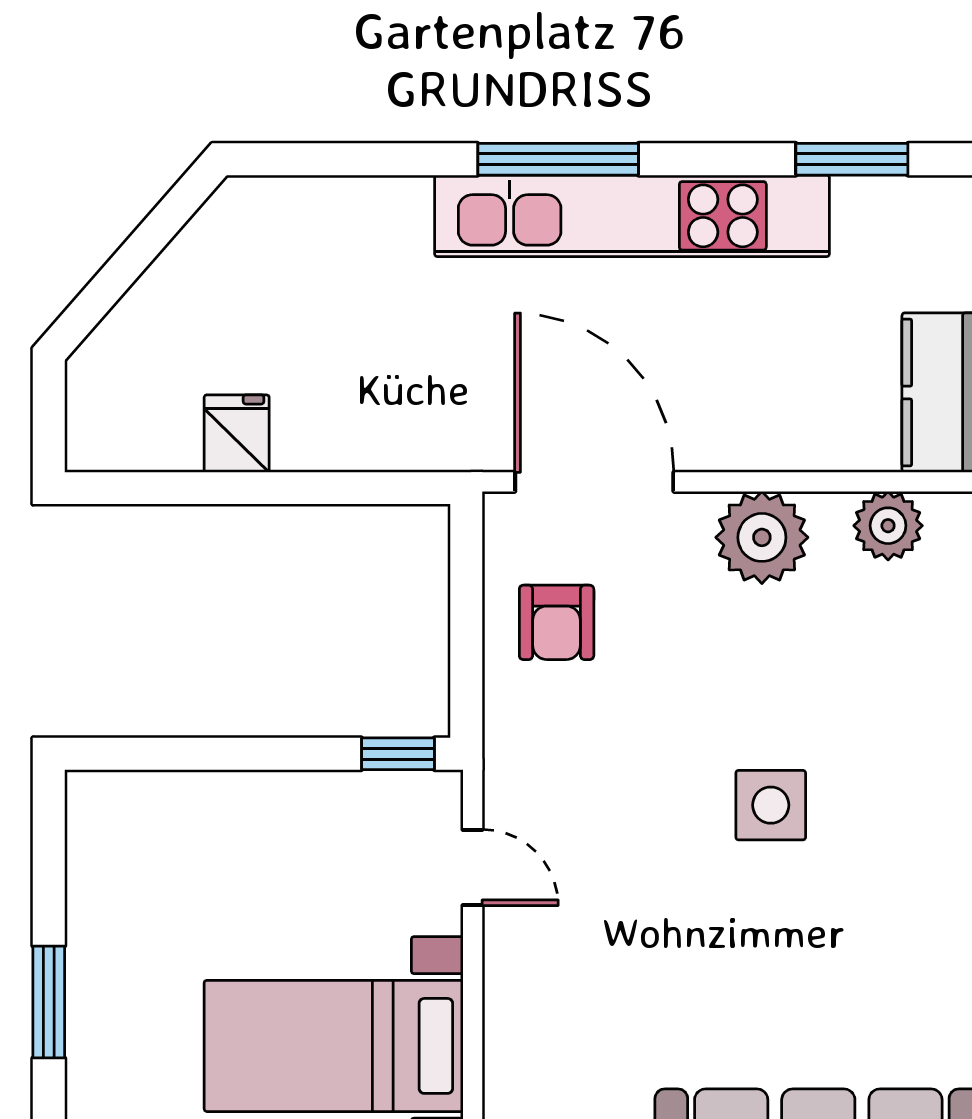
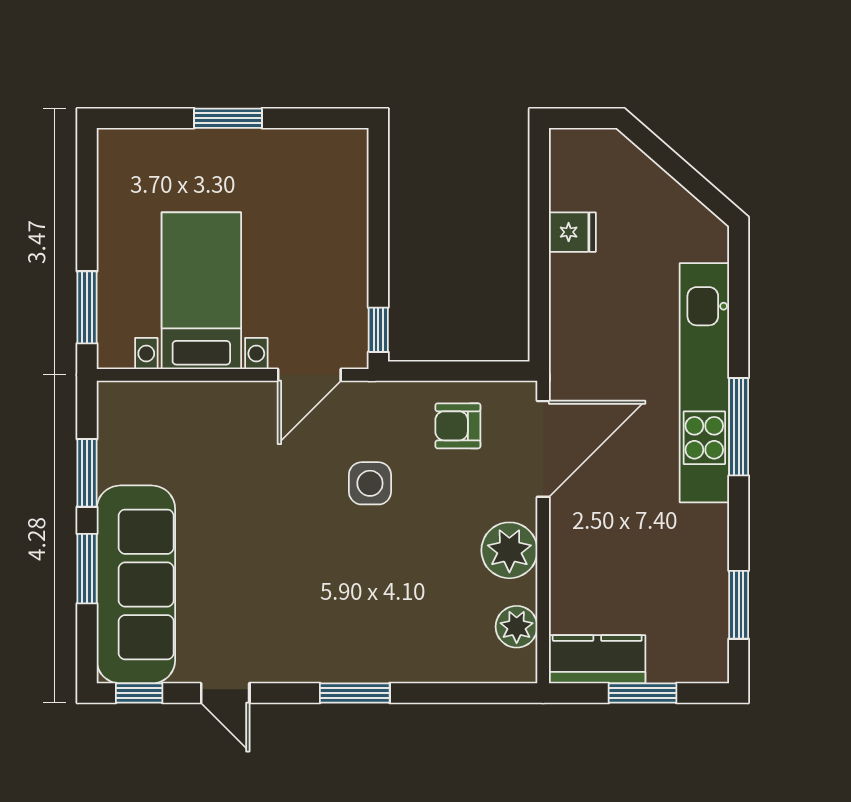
kitchen unit: (632, 216) -> (704, 383), moved
side table: (771, 805) -> (370, 483), moved
door: (473, 867) -> (309, 375), width x1.37

